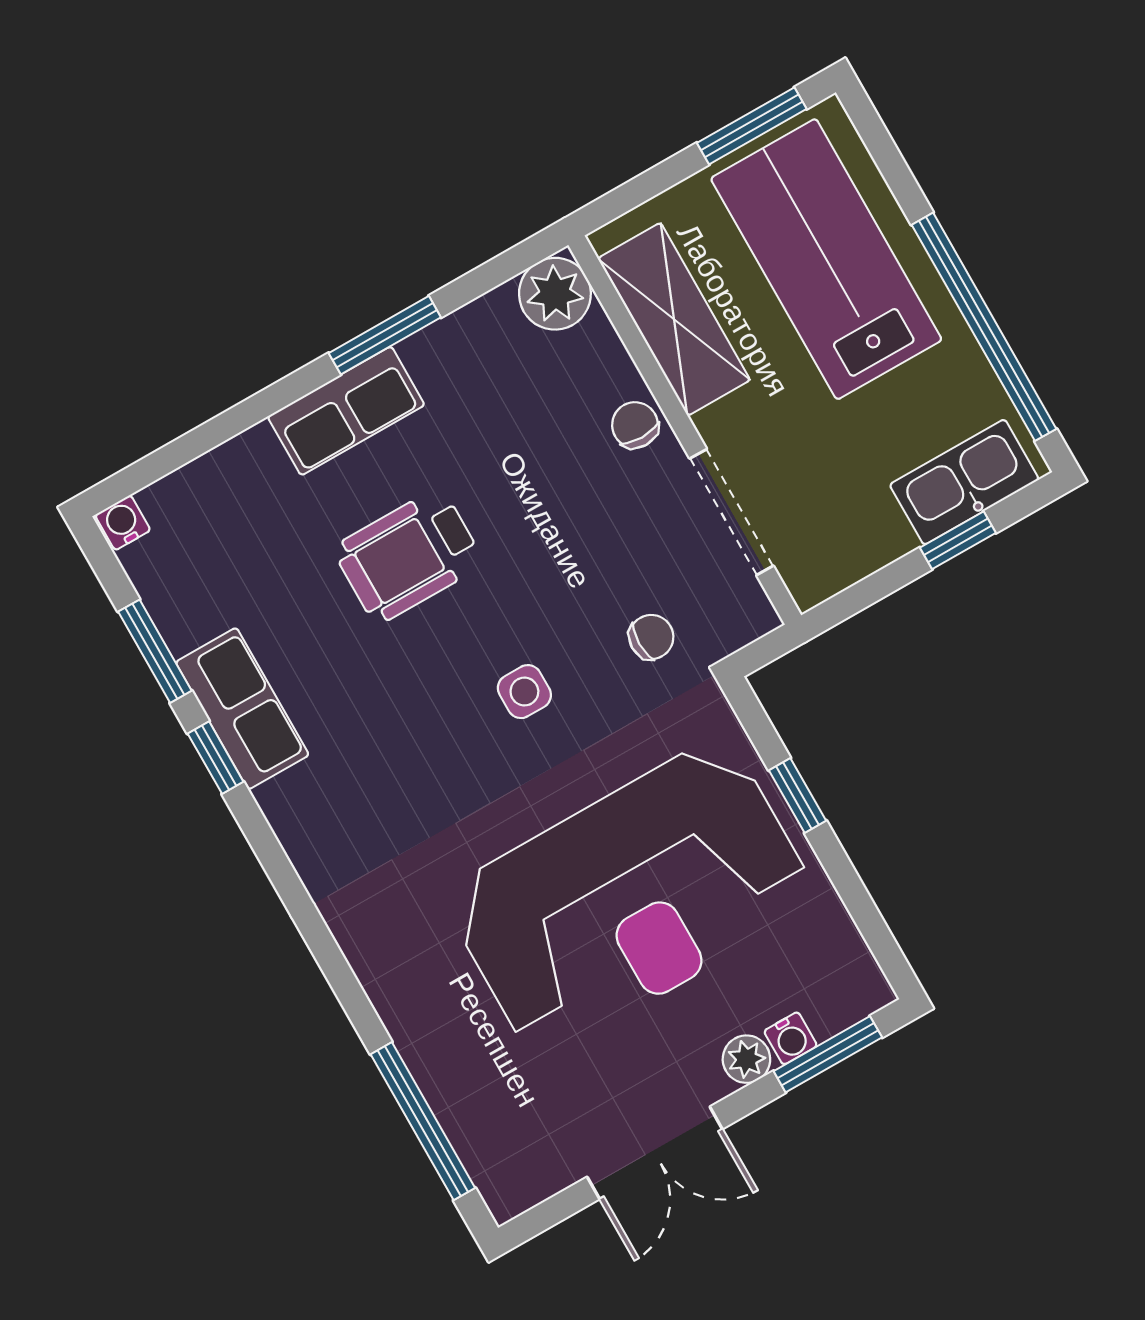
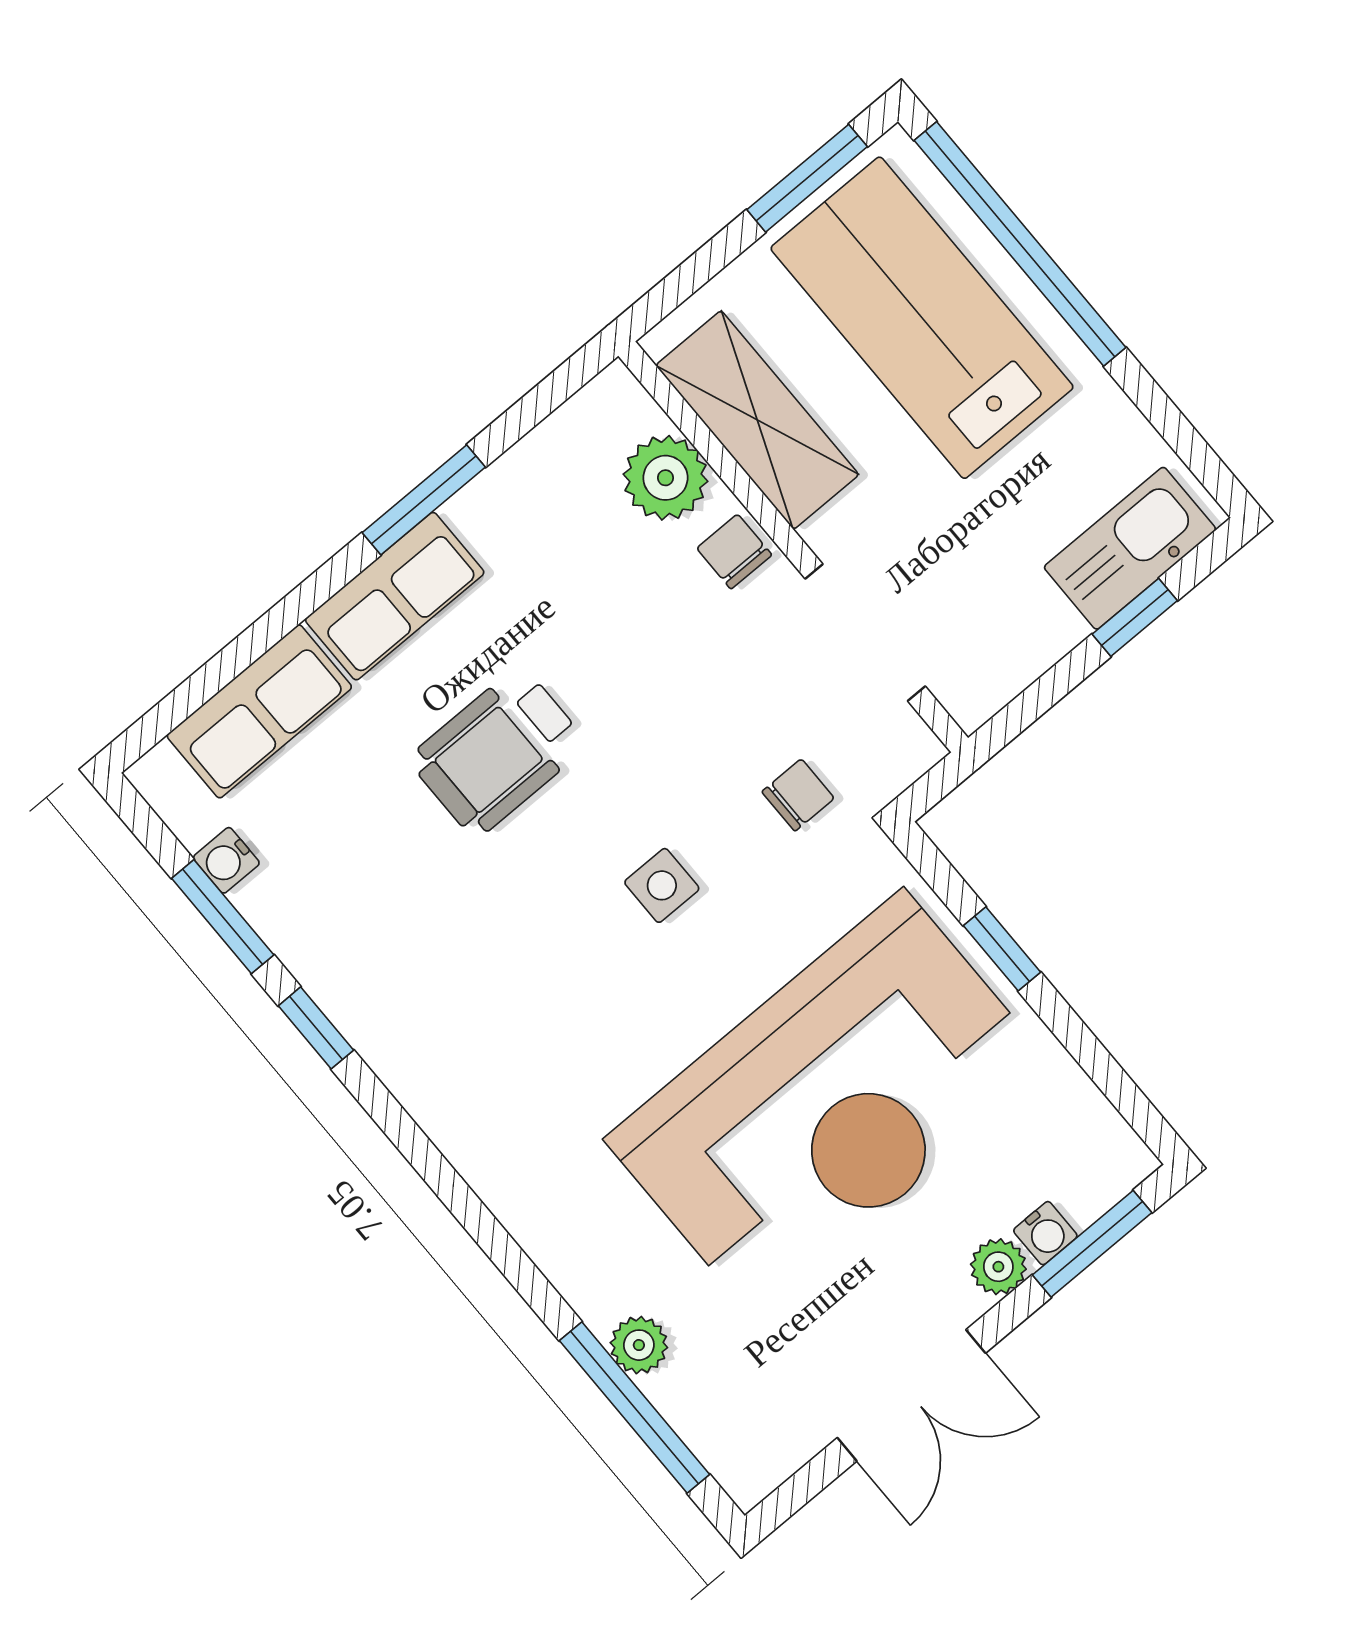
plant: (555, 294) -> (665, 478), moved
window: (984, 327) -> (1020, 244), moved
water cooler: (123, 523) -> (226, 860), moved, turned -90
row of seats: (242, 709) -> (259, 711), moved, turned 90
plant: (436, 1070) -> (639, 1345), added

